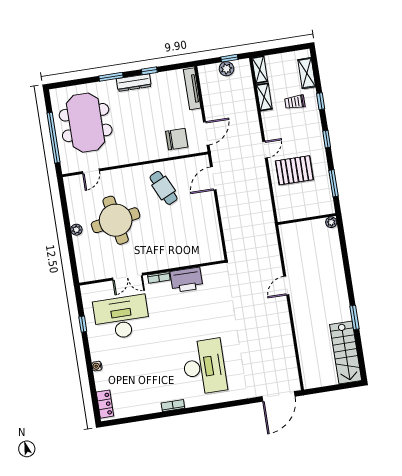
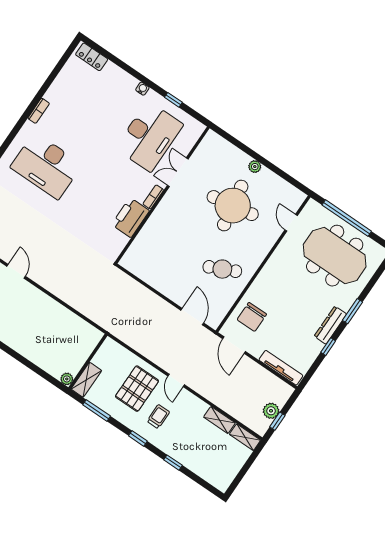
shelving: (307, 73) -> (86, 380), moved, turned 90
trolley: (295, 102) -> (158, 417), moved
door: (286, 286) -> (16, 271), moved
water cooler: (97, 366) -> (142, 89), moved

